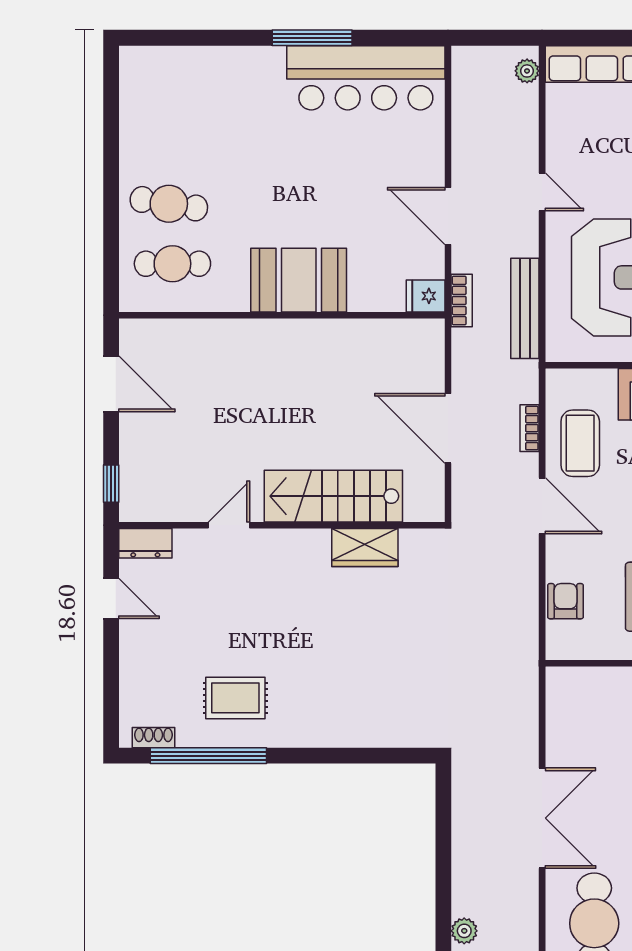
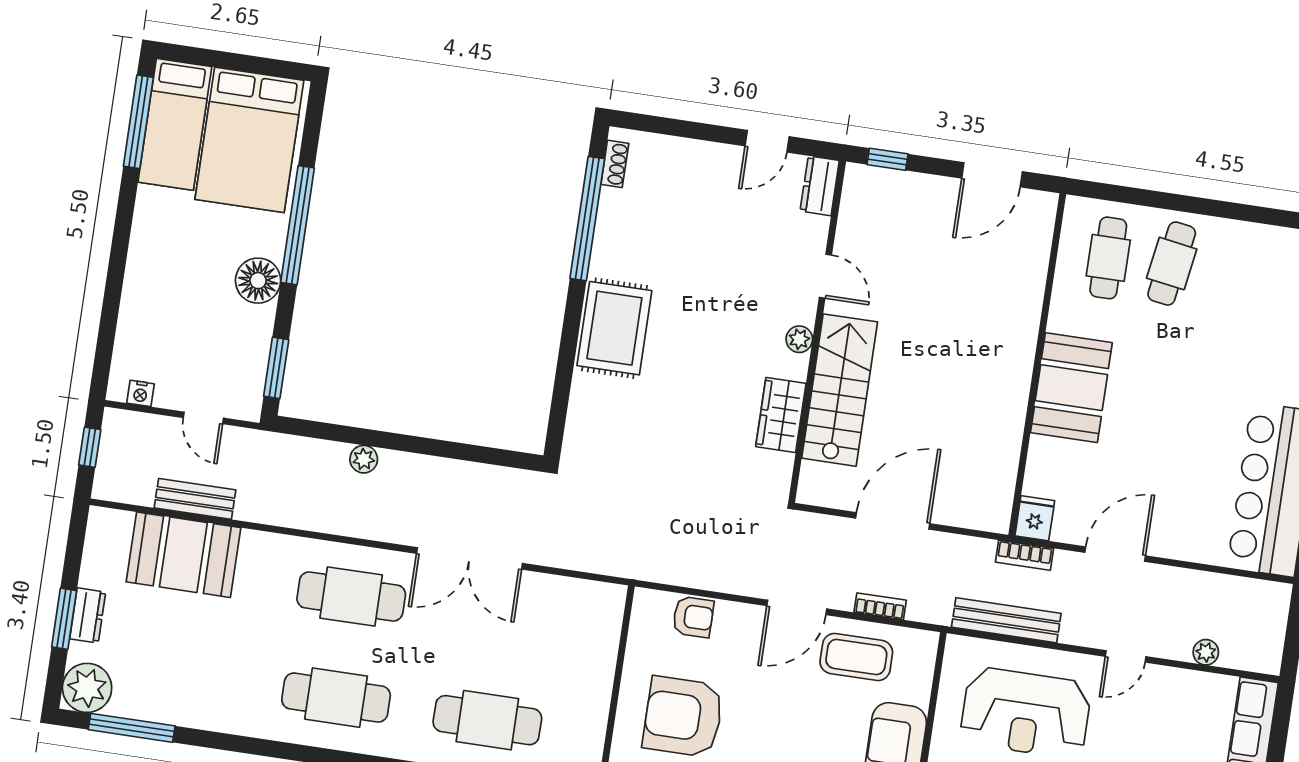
plant: (527, 71) -> (1206, 652), moved
plant: (291, 541) -> (799, 339), added
rug: (235, 698) -> (614, 328), moved, width x1.36, depth x1.43

